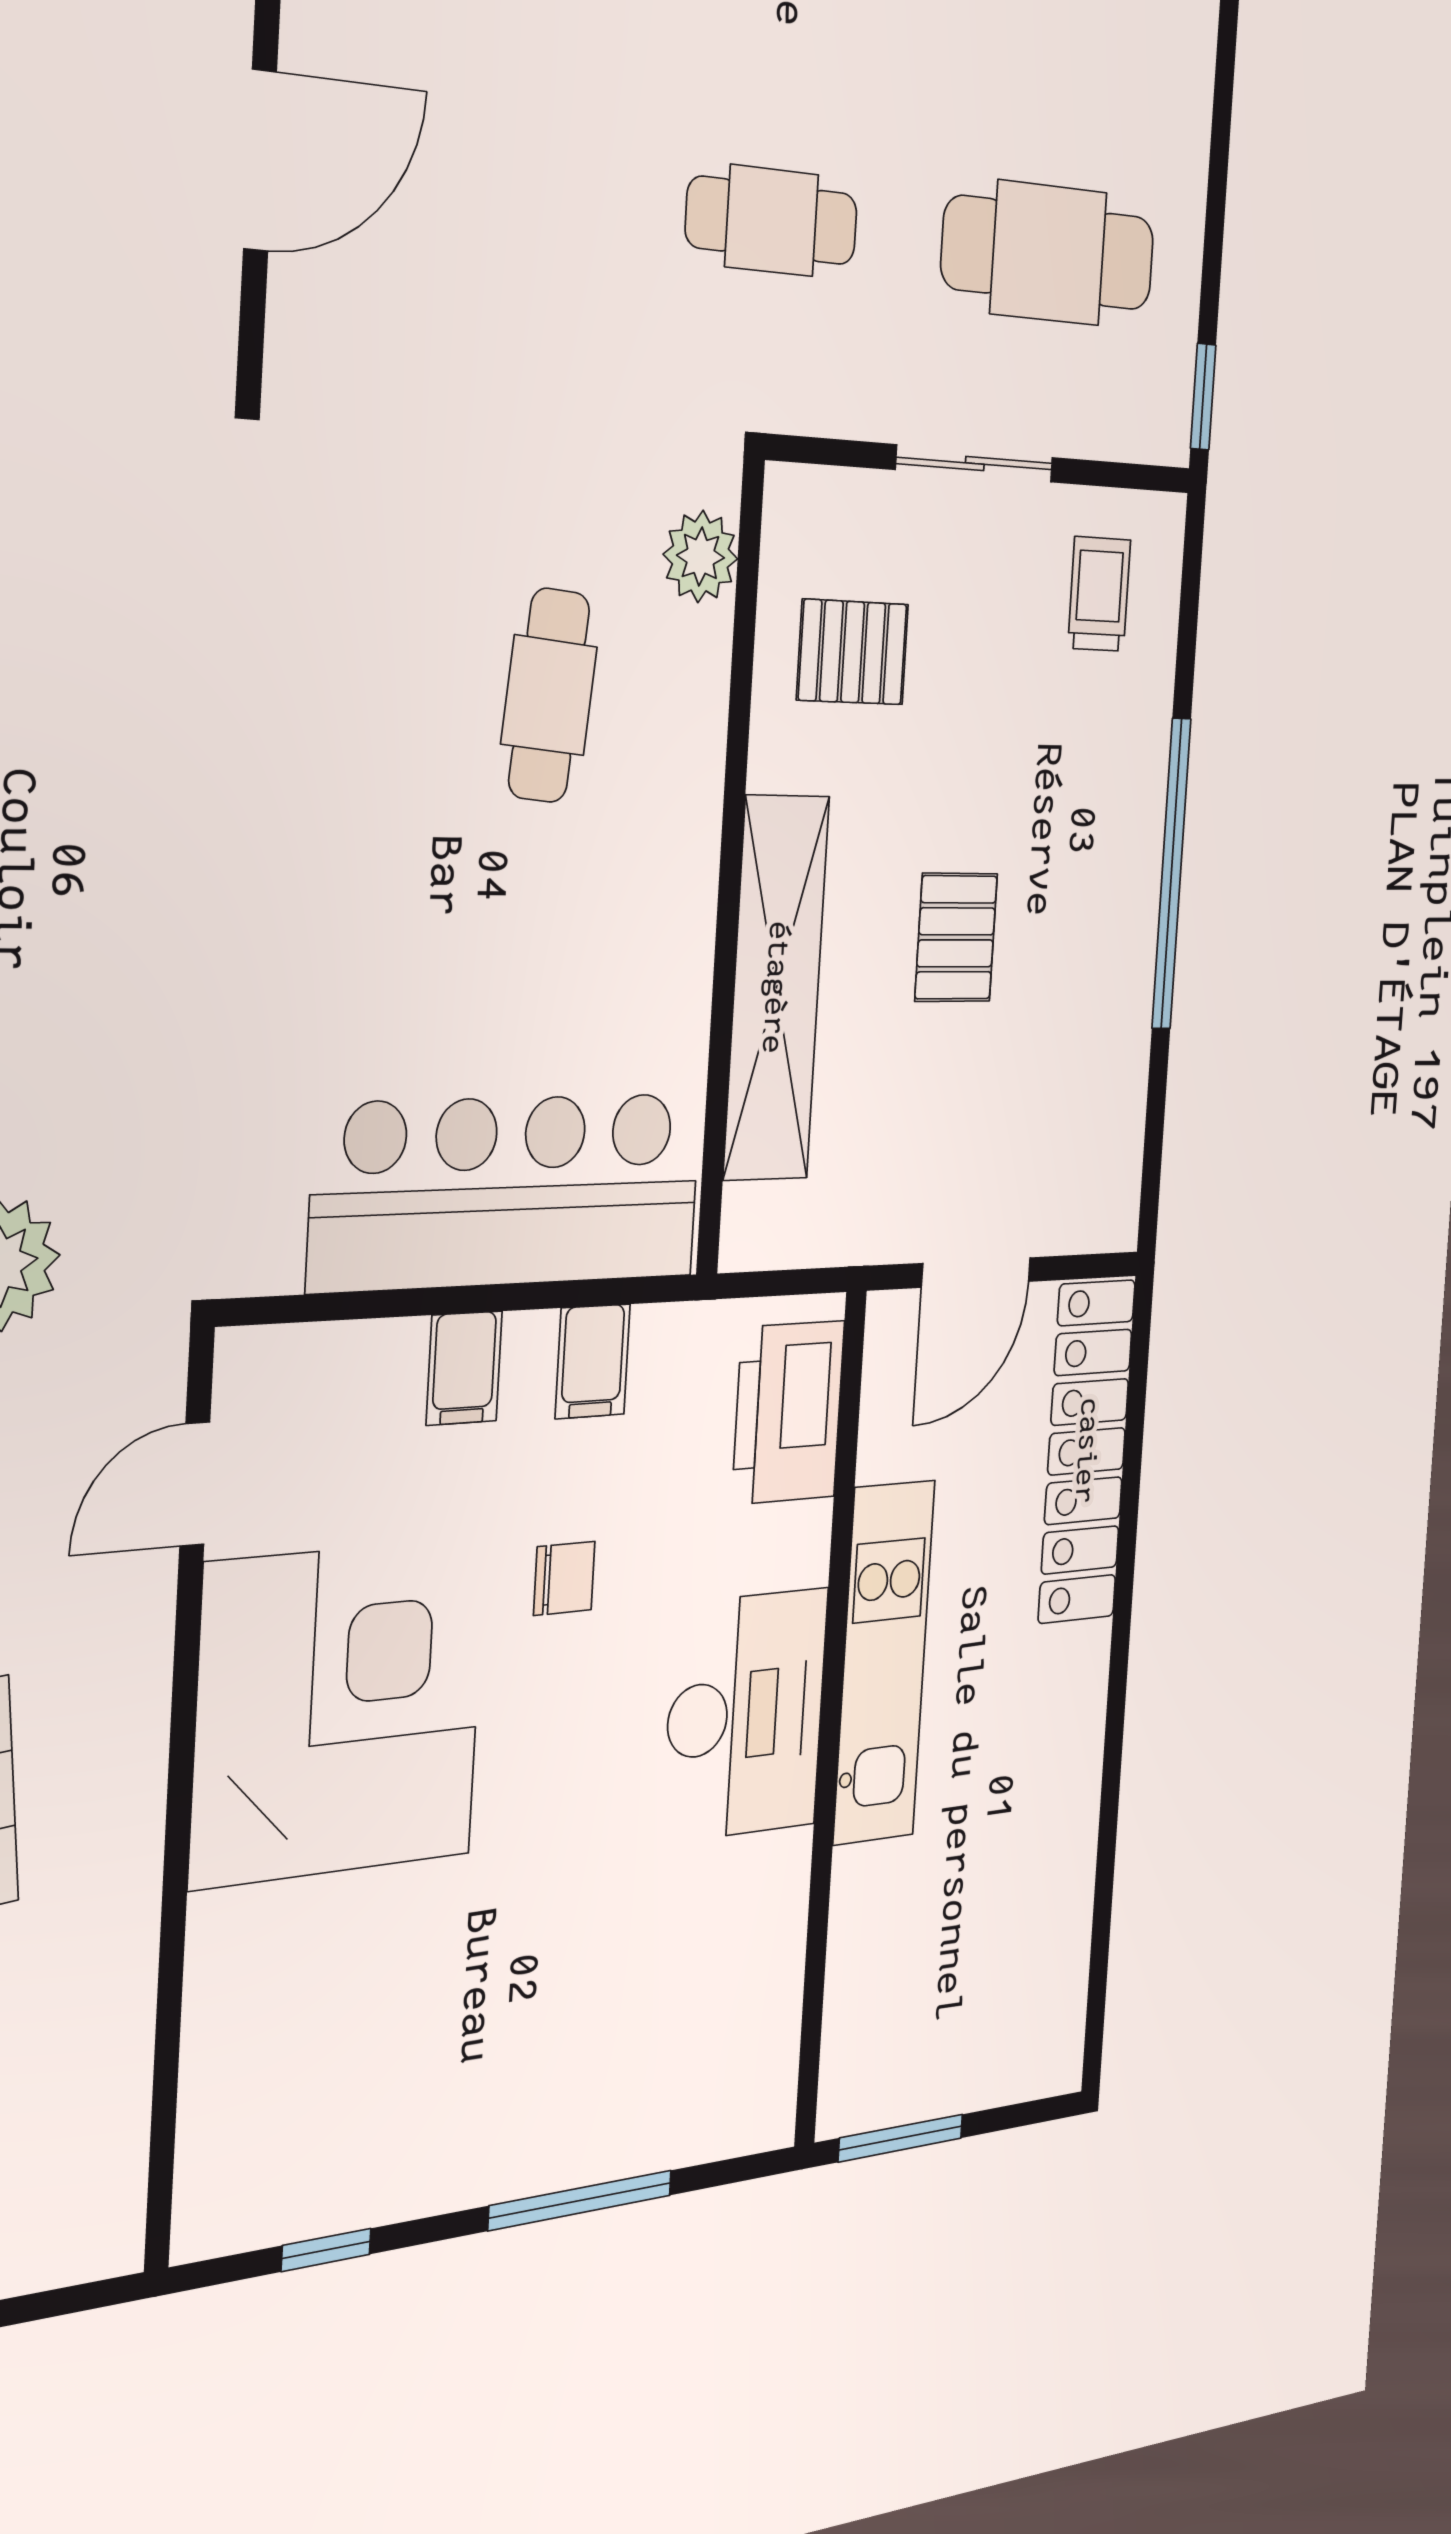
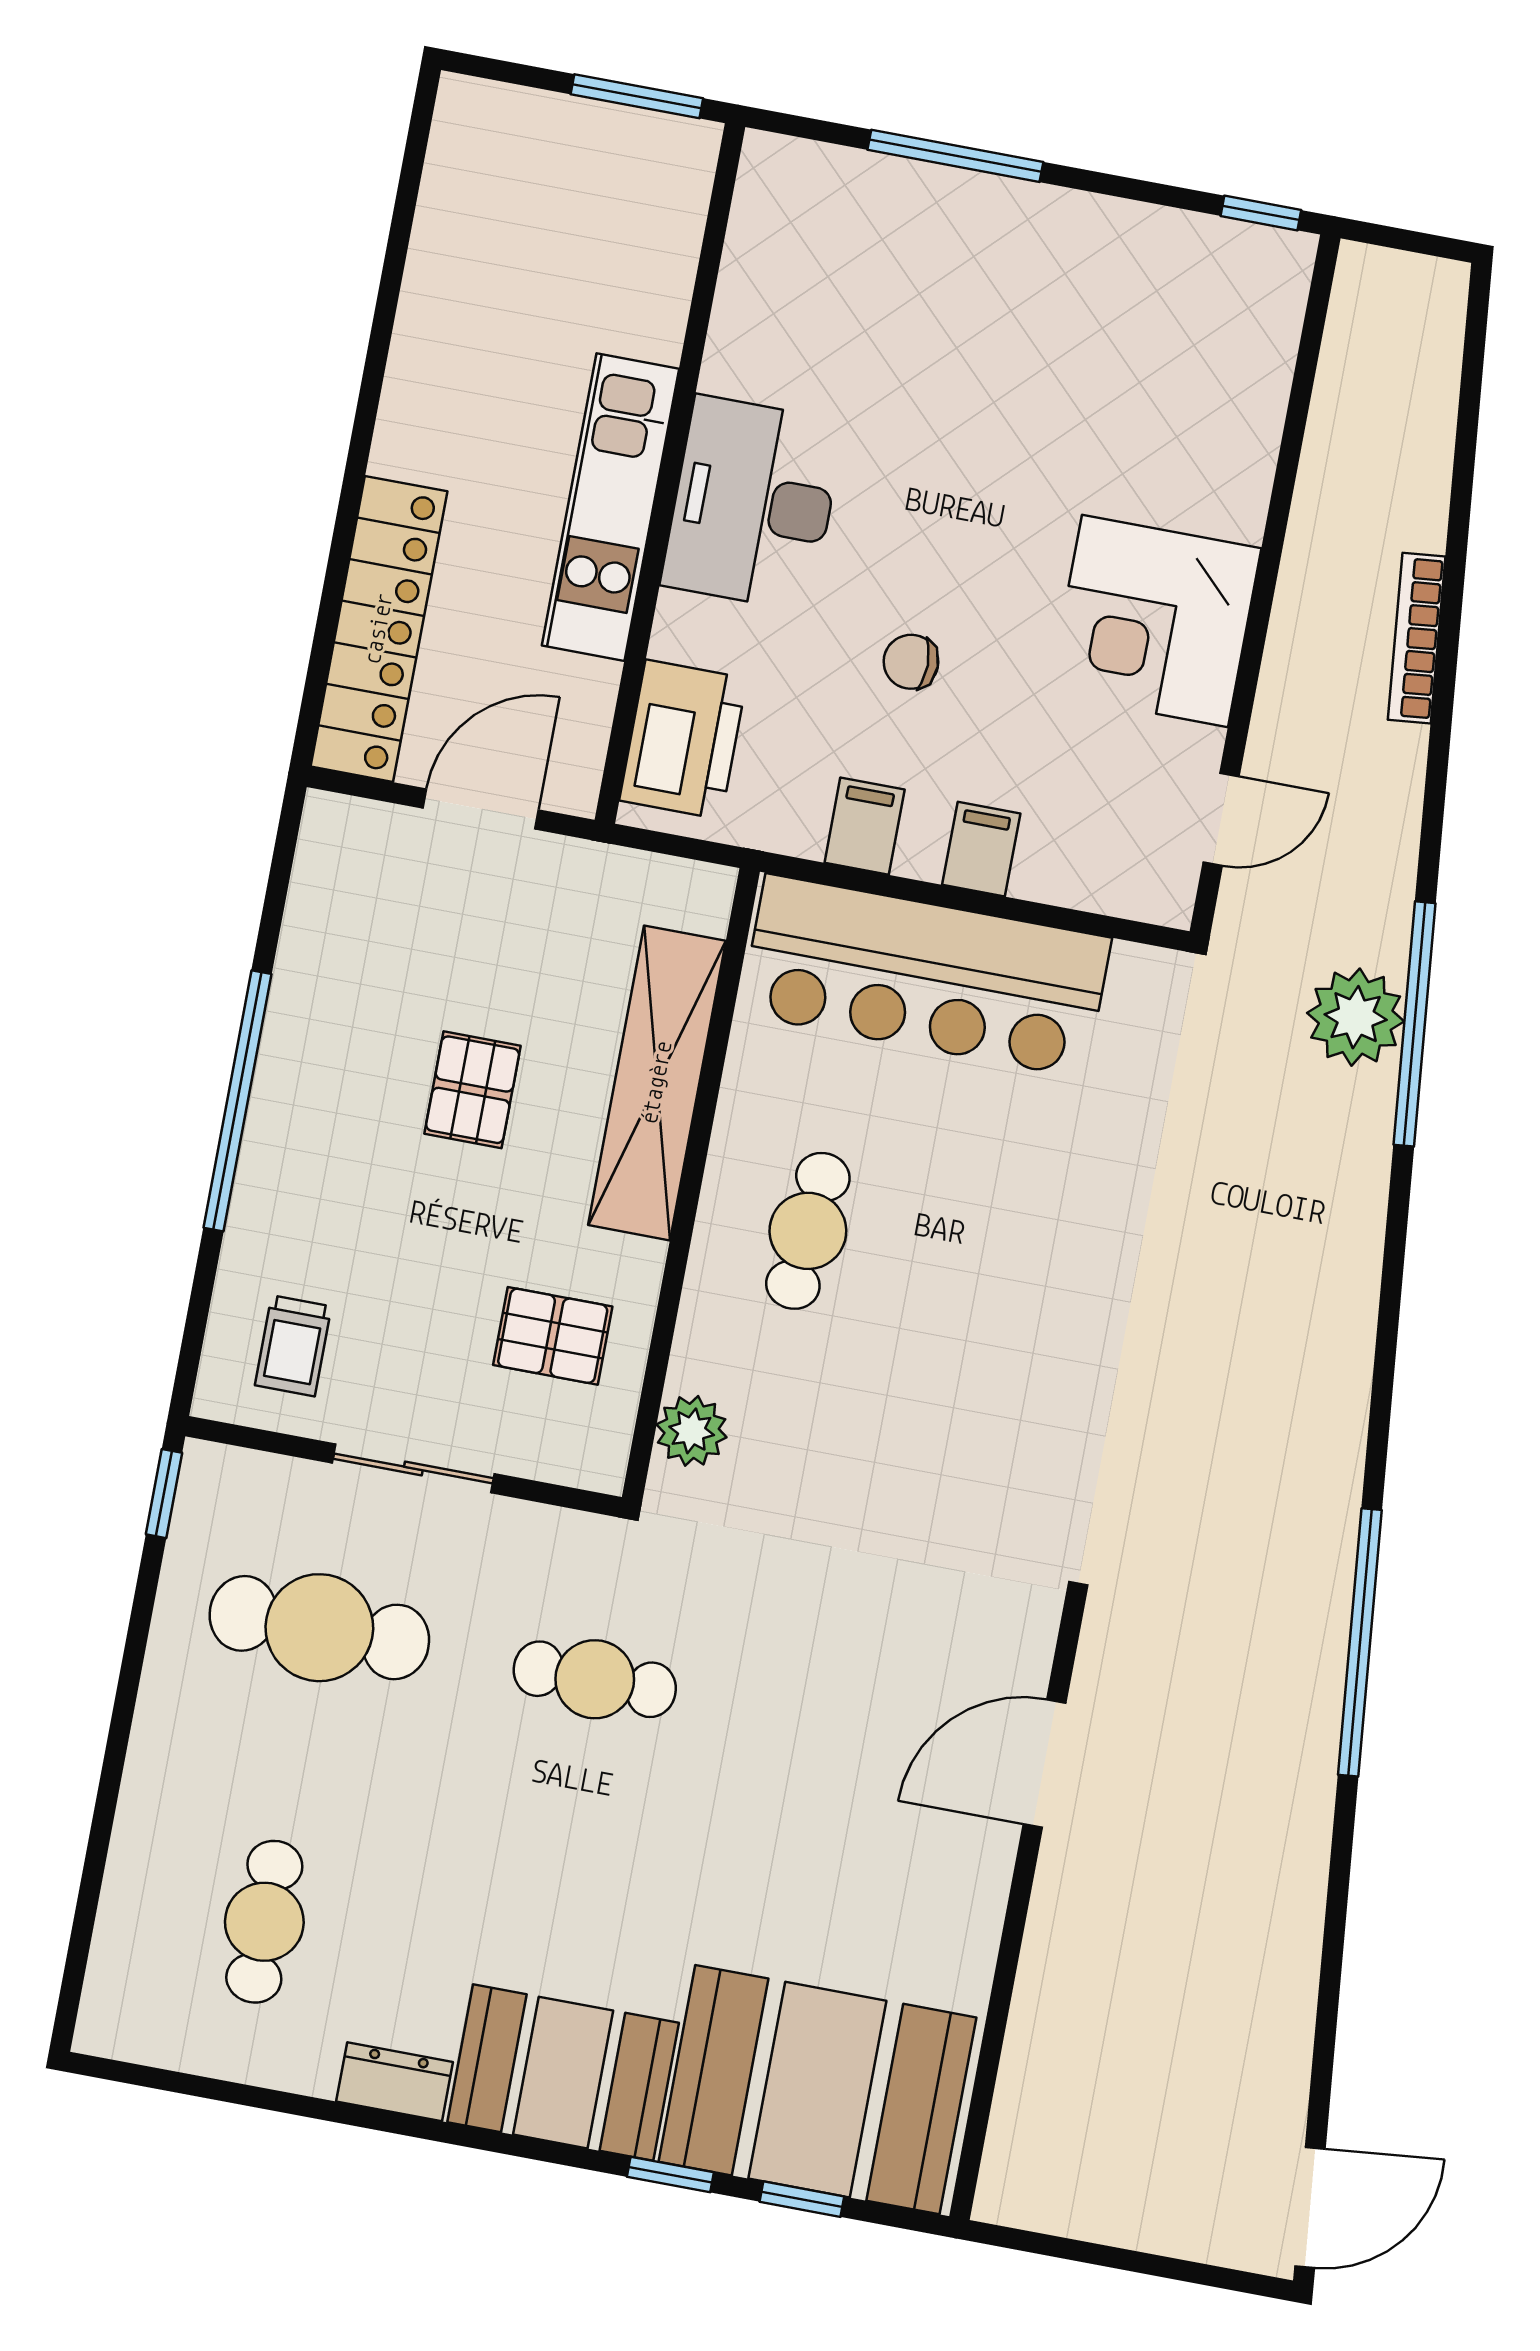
cafe table: (549, 695) -> (808, 1231), moved
corner desk: (339, 1711) -> (1155, 621), width x0.74, depth x0.74
window: (326, 2250) -> (1261, 213), moved

